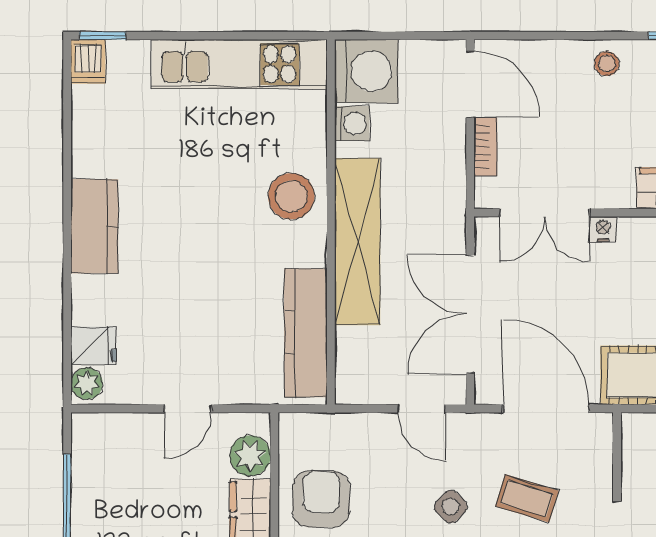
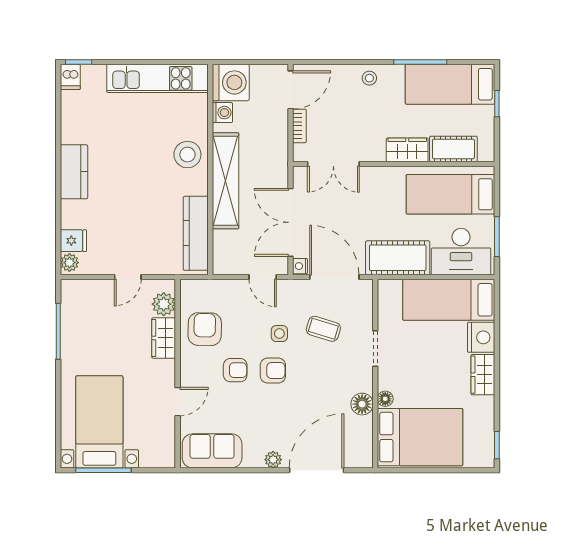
door: (470, 84) -> (291, 90), hinge flipped
nightstand: (603, 229) -> (300, 266), moved, turned -90
side table: (451, 507) -> (279, 334), turned 45

